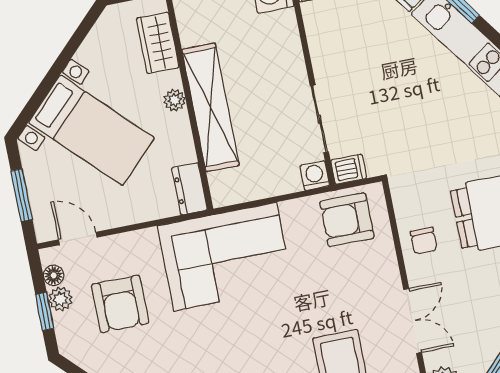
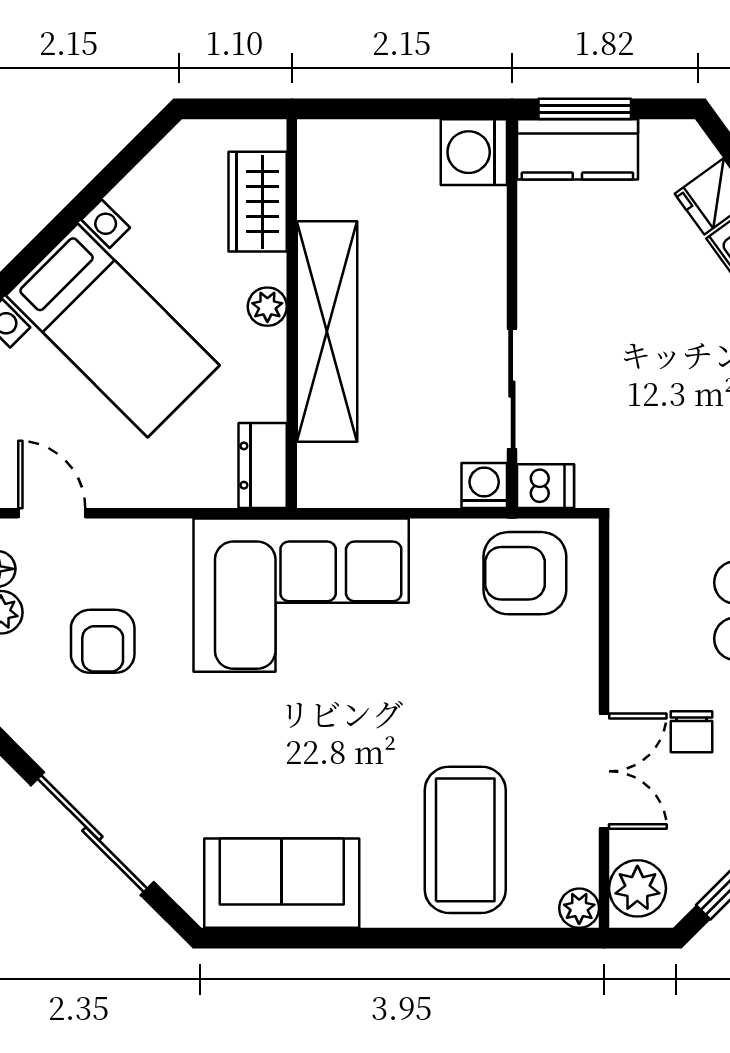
chair: (424, 241) -> (691, 732), moved
armchair: (120, 304) -> (103, 641), width x0.72, depth x0.72

